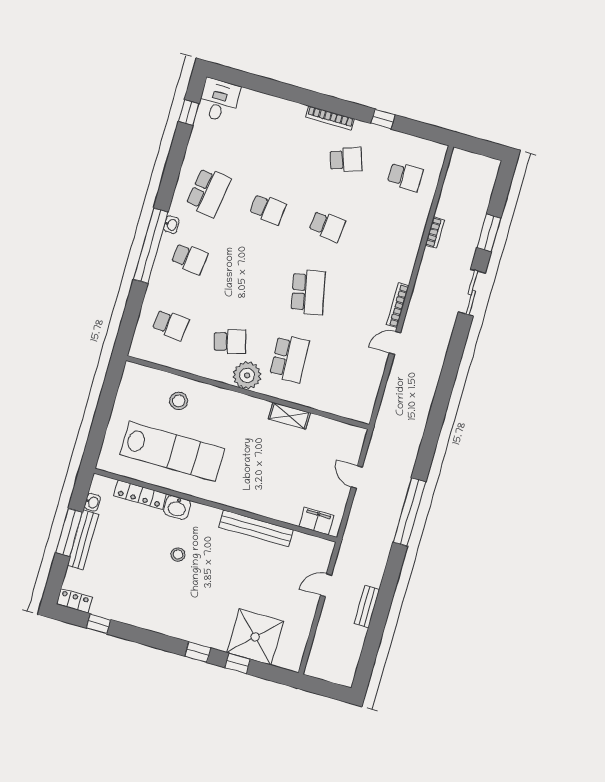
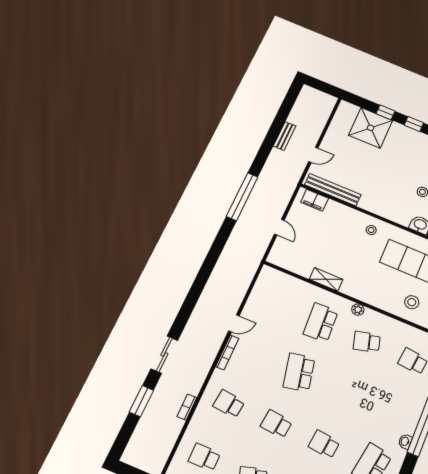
school desk: (190, 258) -> (229, 404), moved
plant: (247, 375) -> (358, 310), width x0.53, depth x0.53
stool: (240, 491) -> (371, 230), added
bench: (256, 528) -> (333, 190), moved

